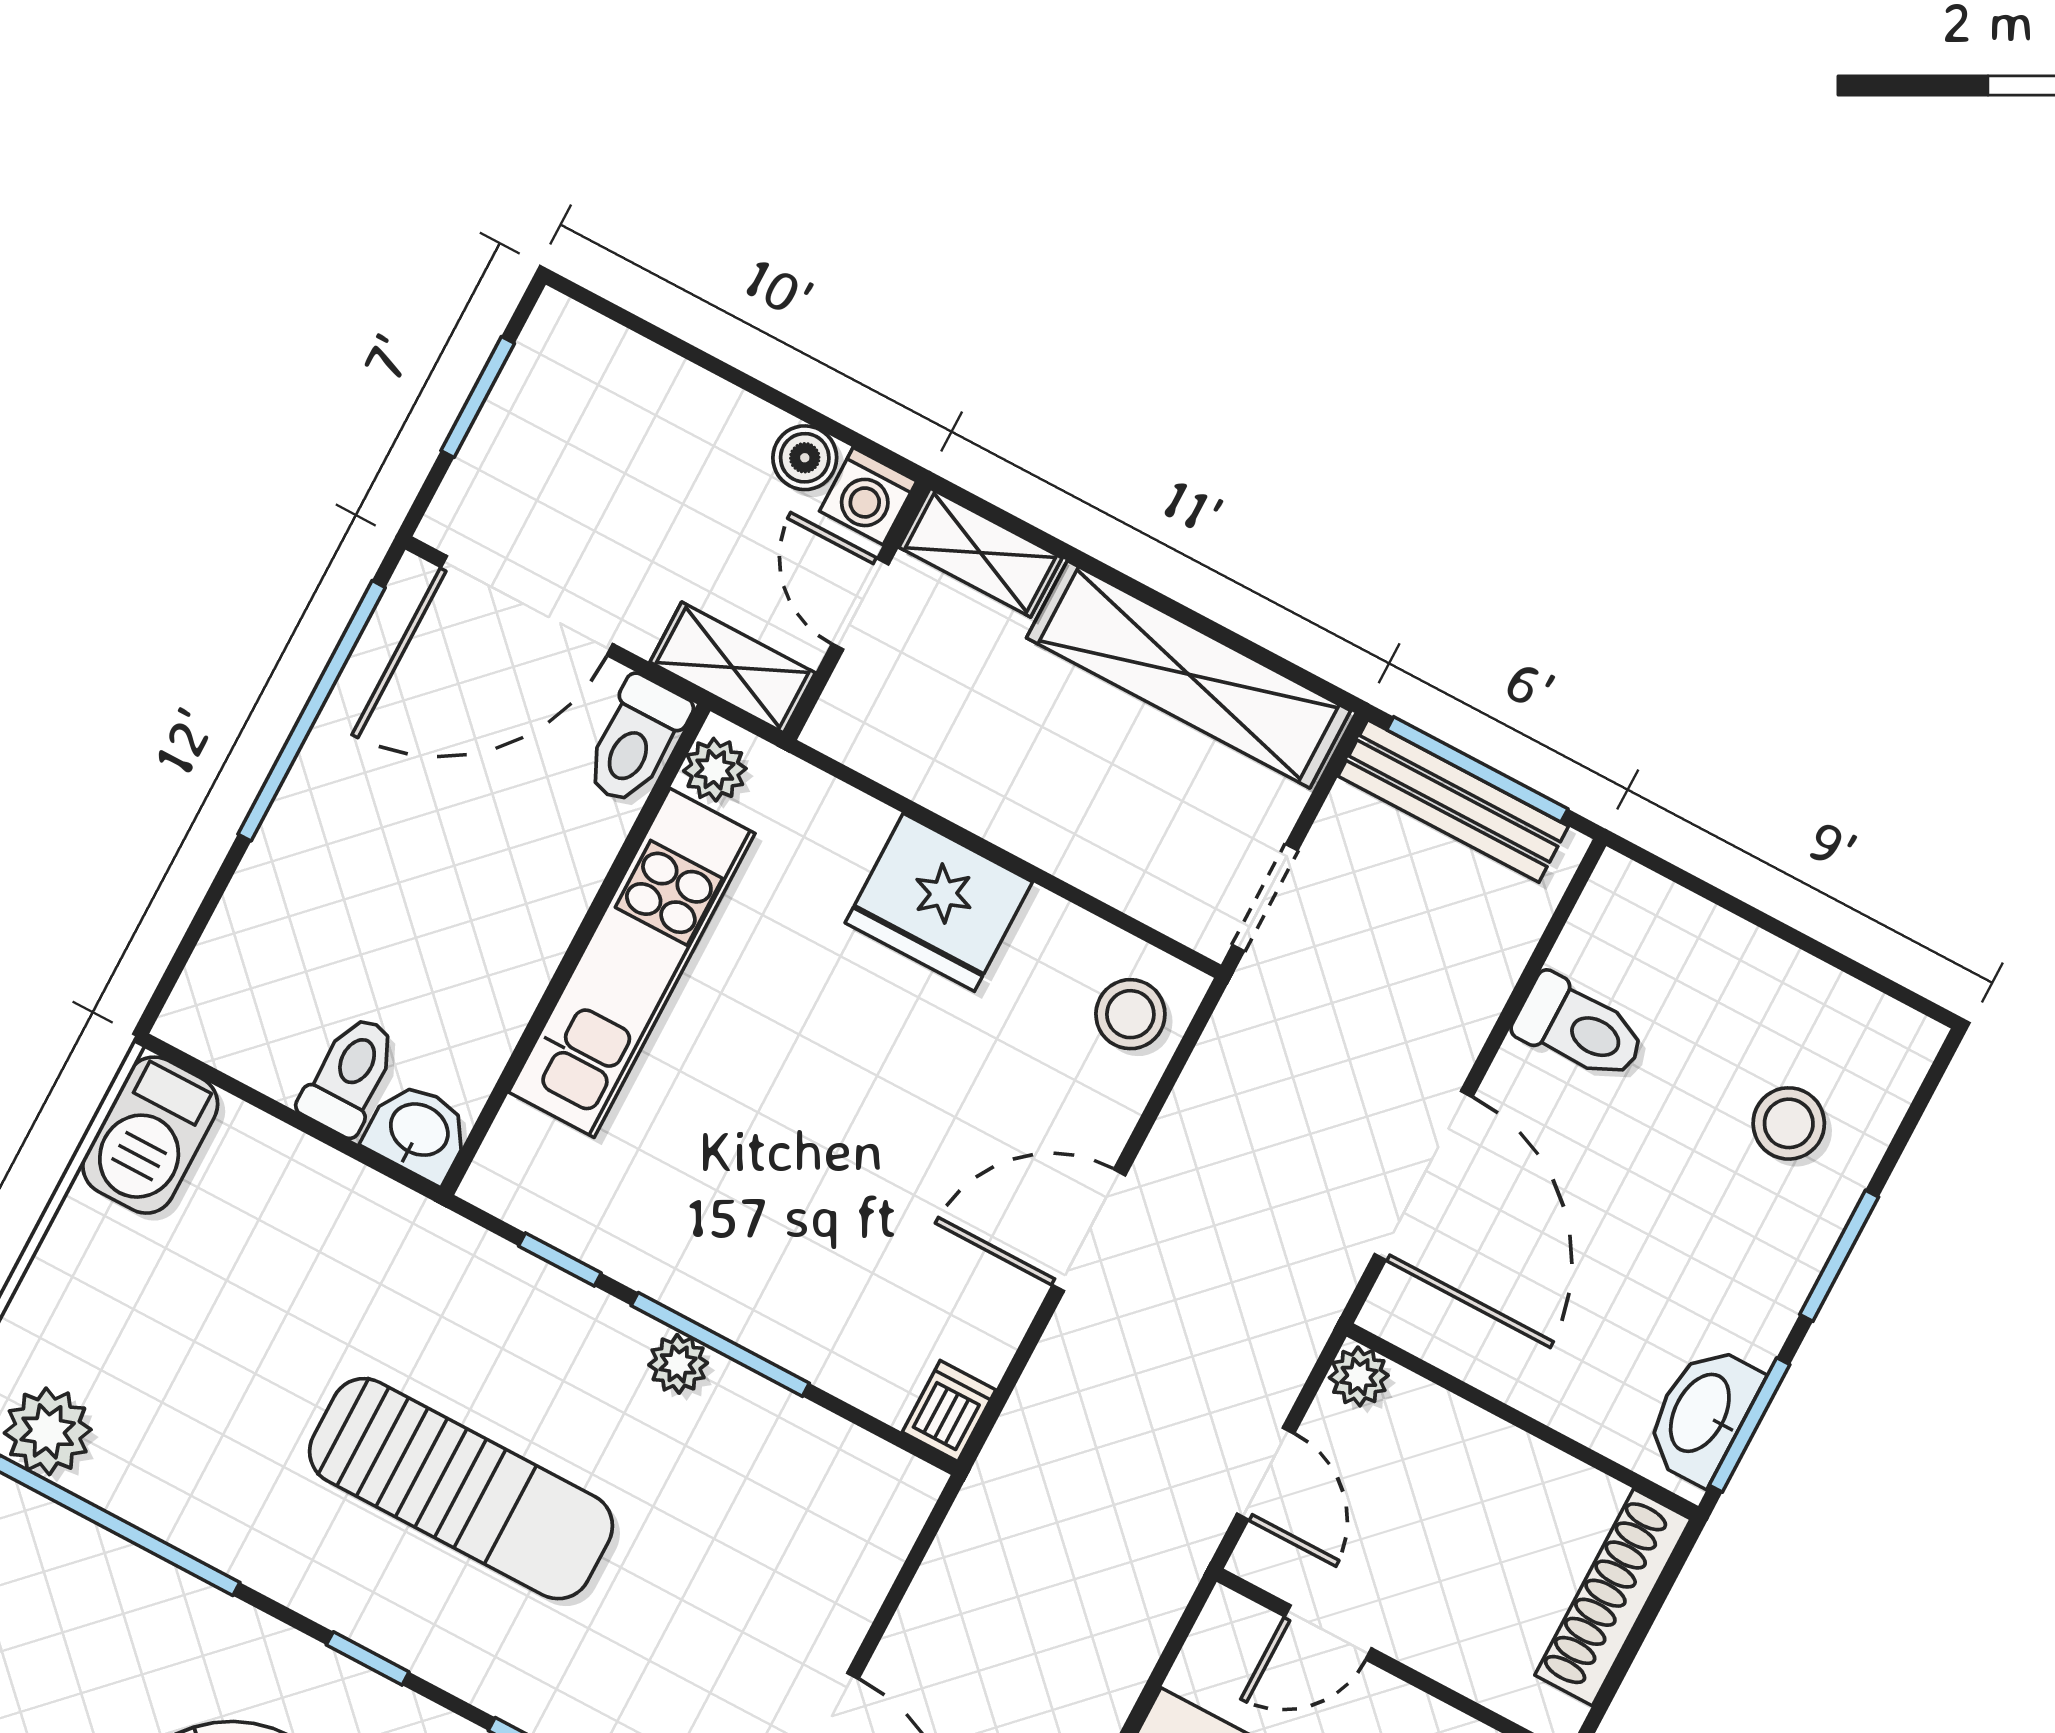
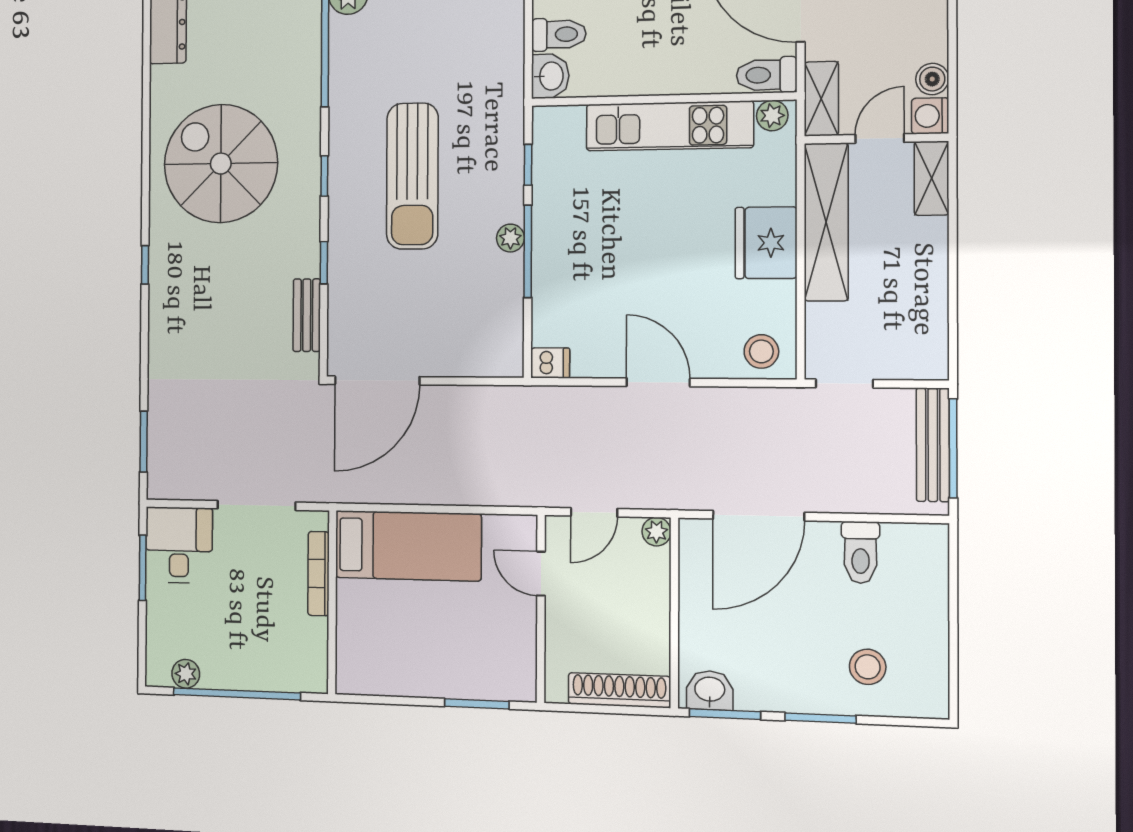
shelving: (1189, 674) -> (826, 222), moved
washbasin: (1702, 1414) -> (710, 690), width x0.72

